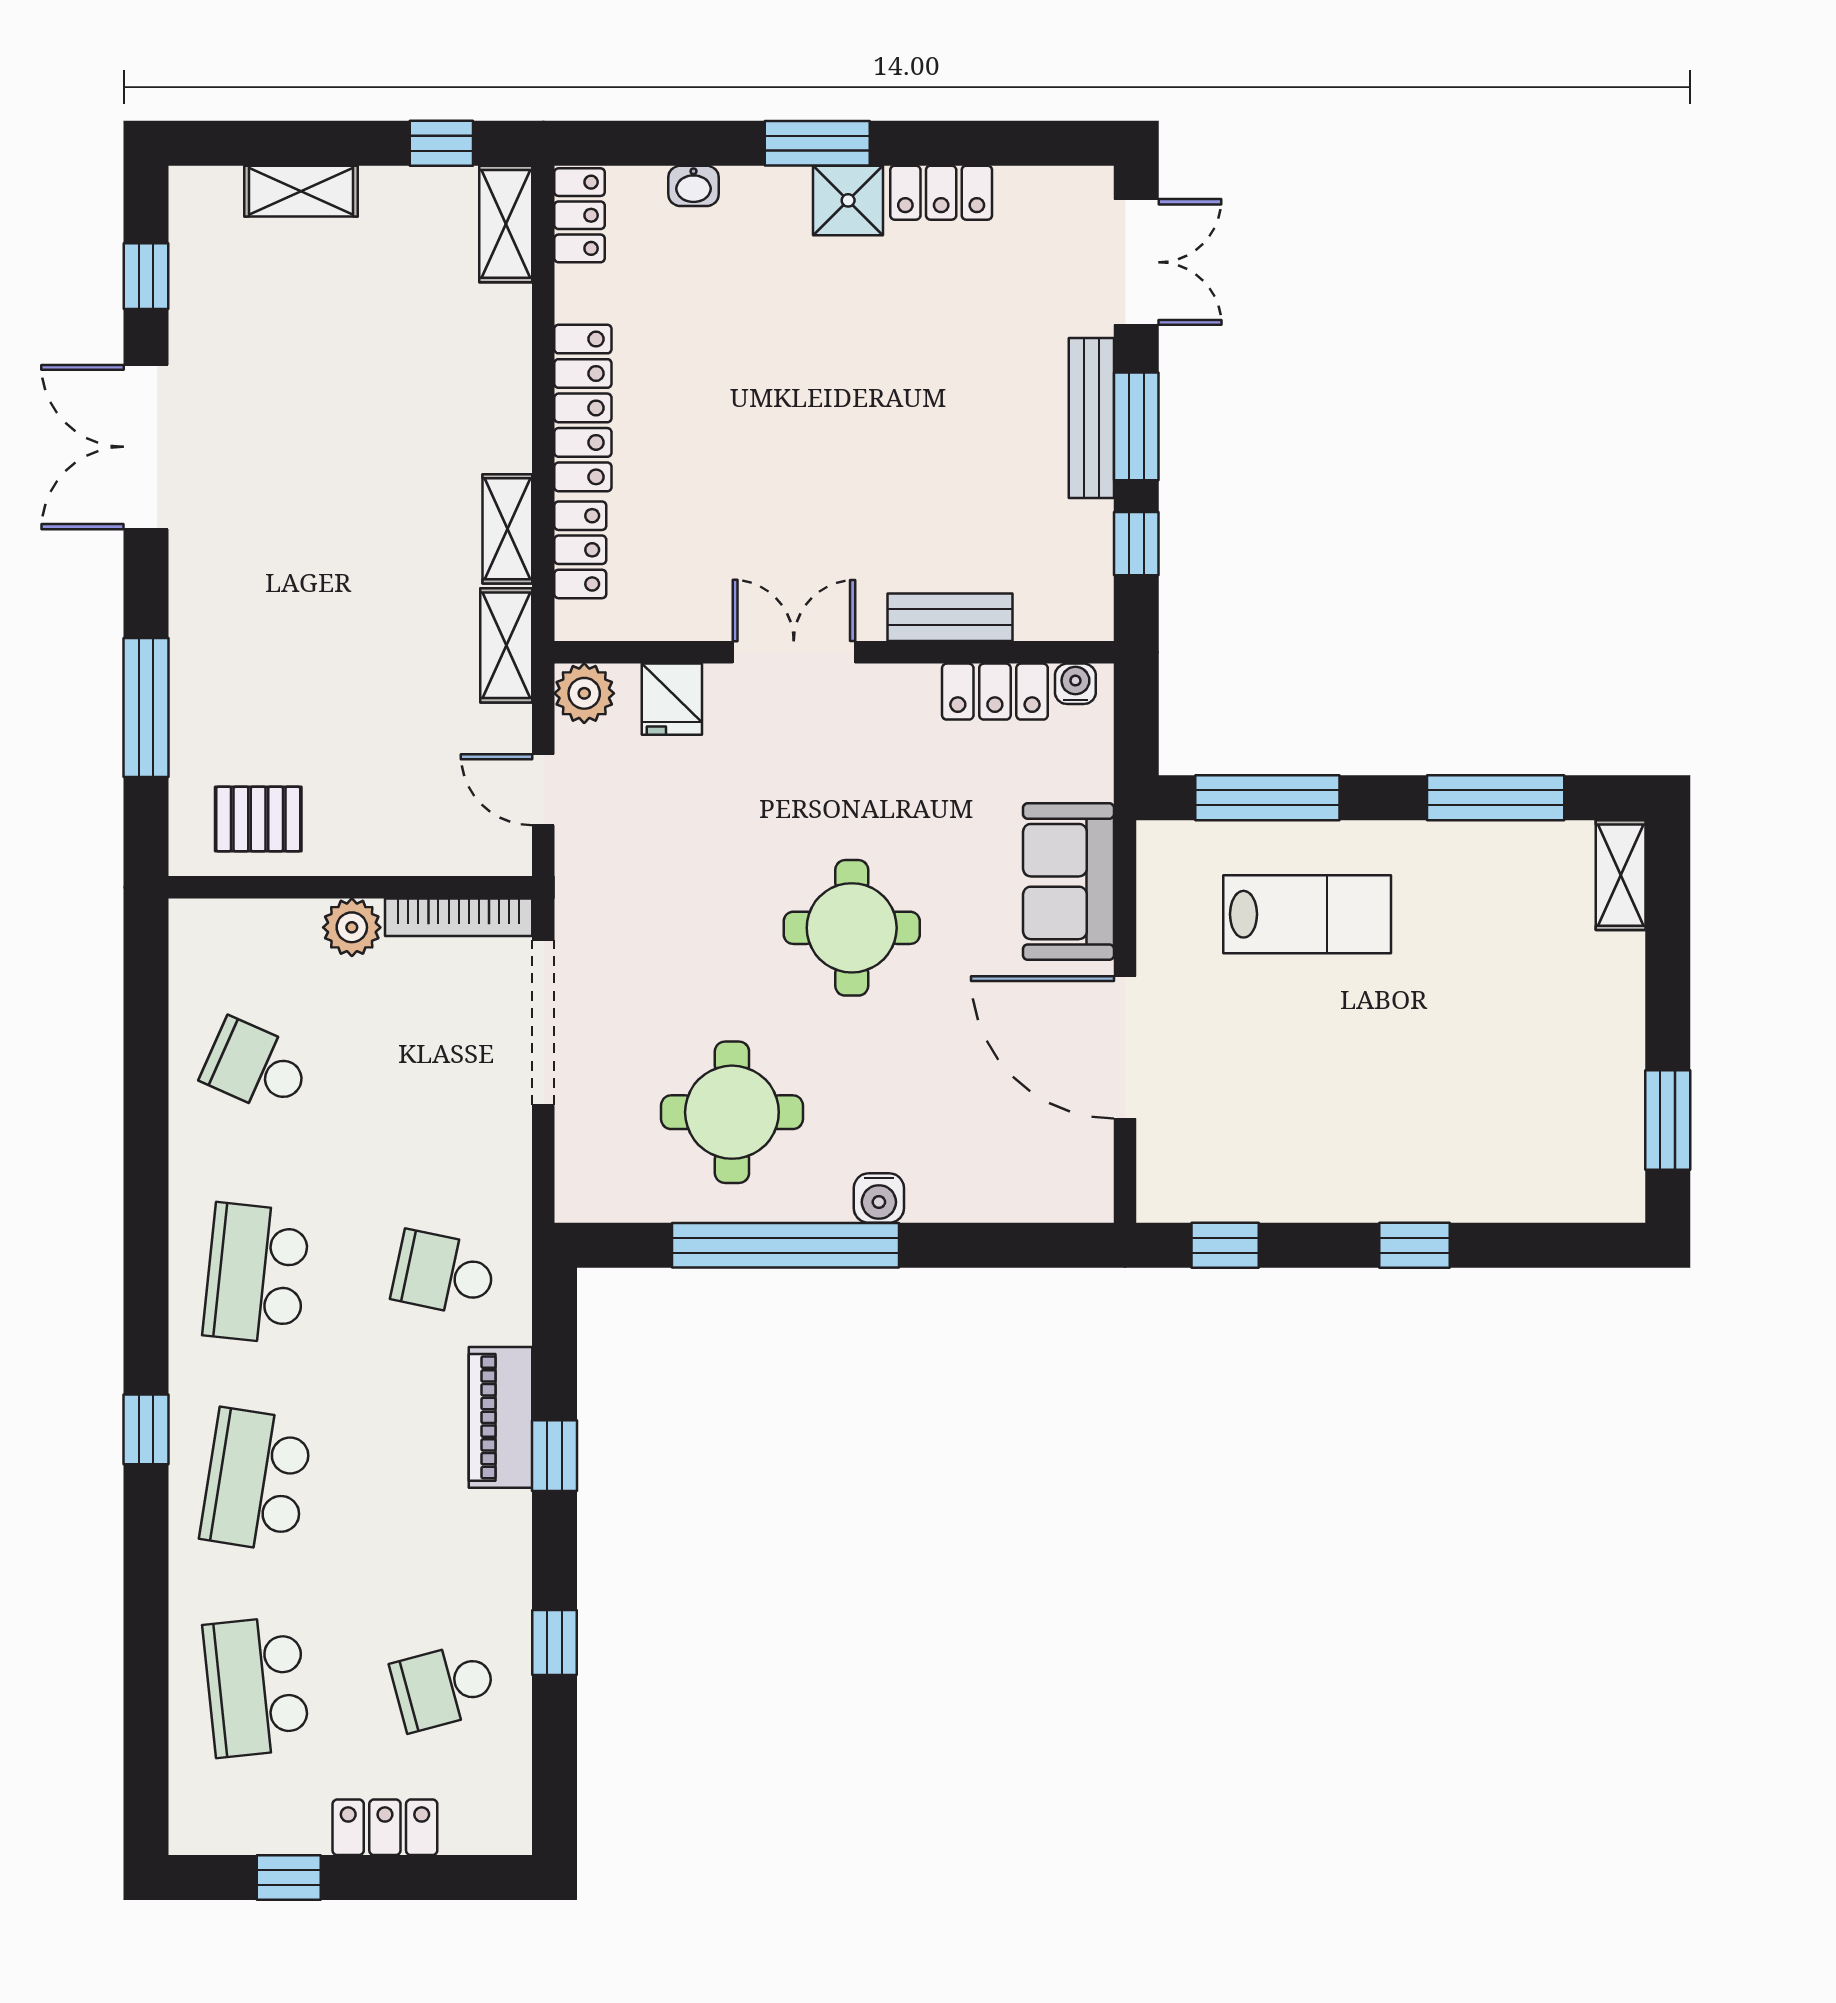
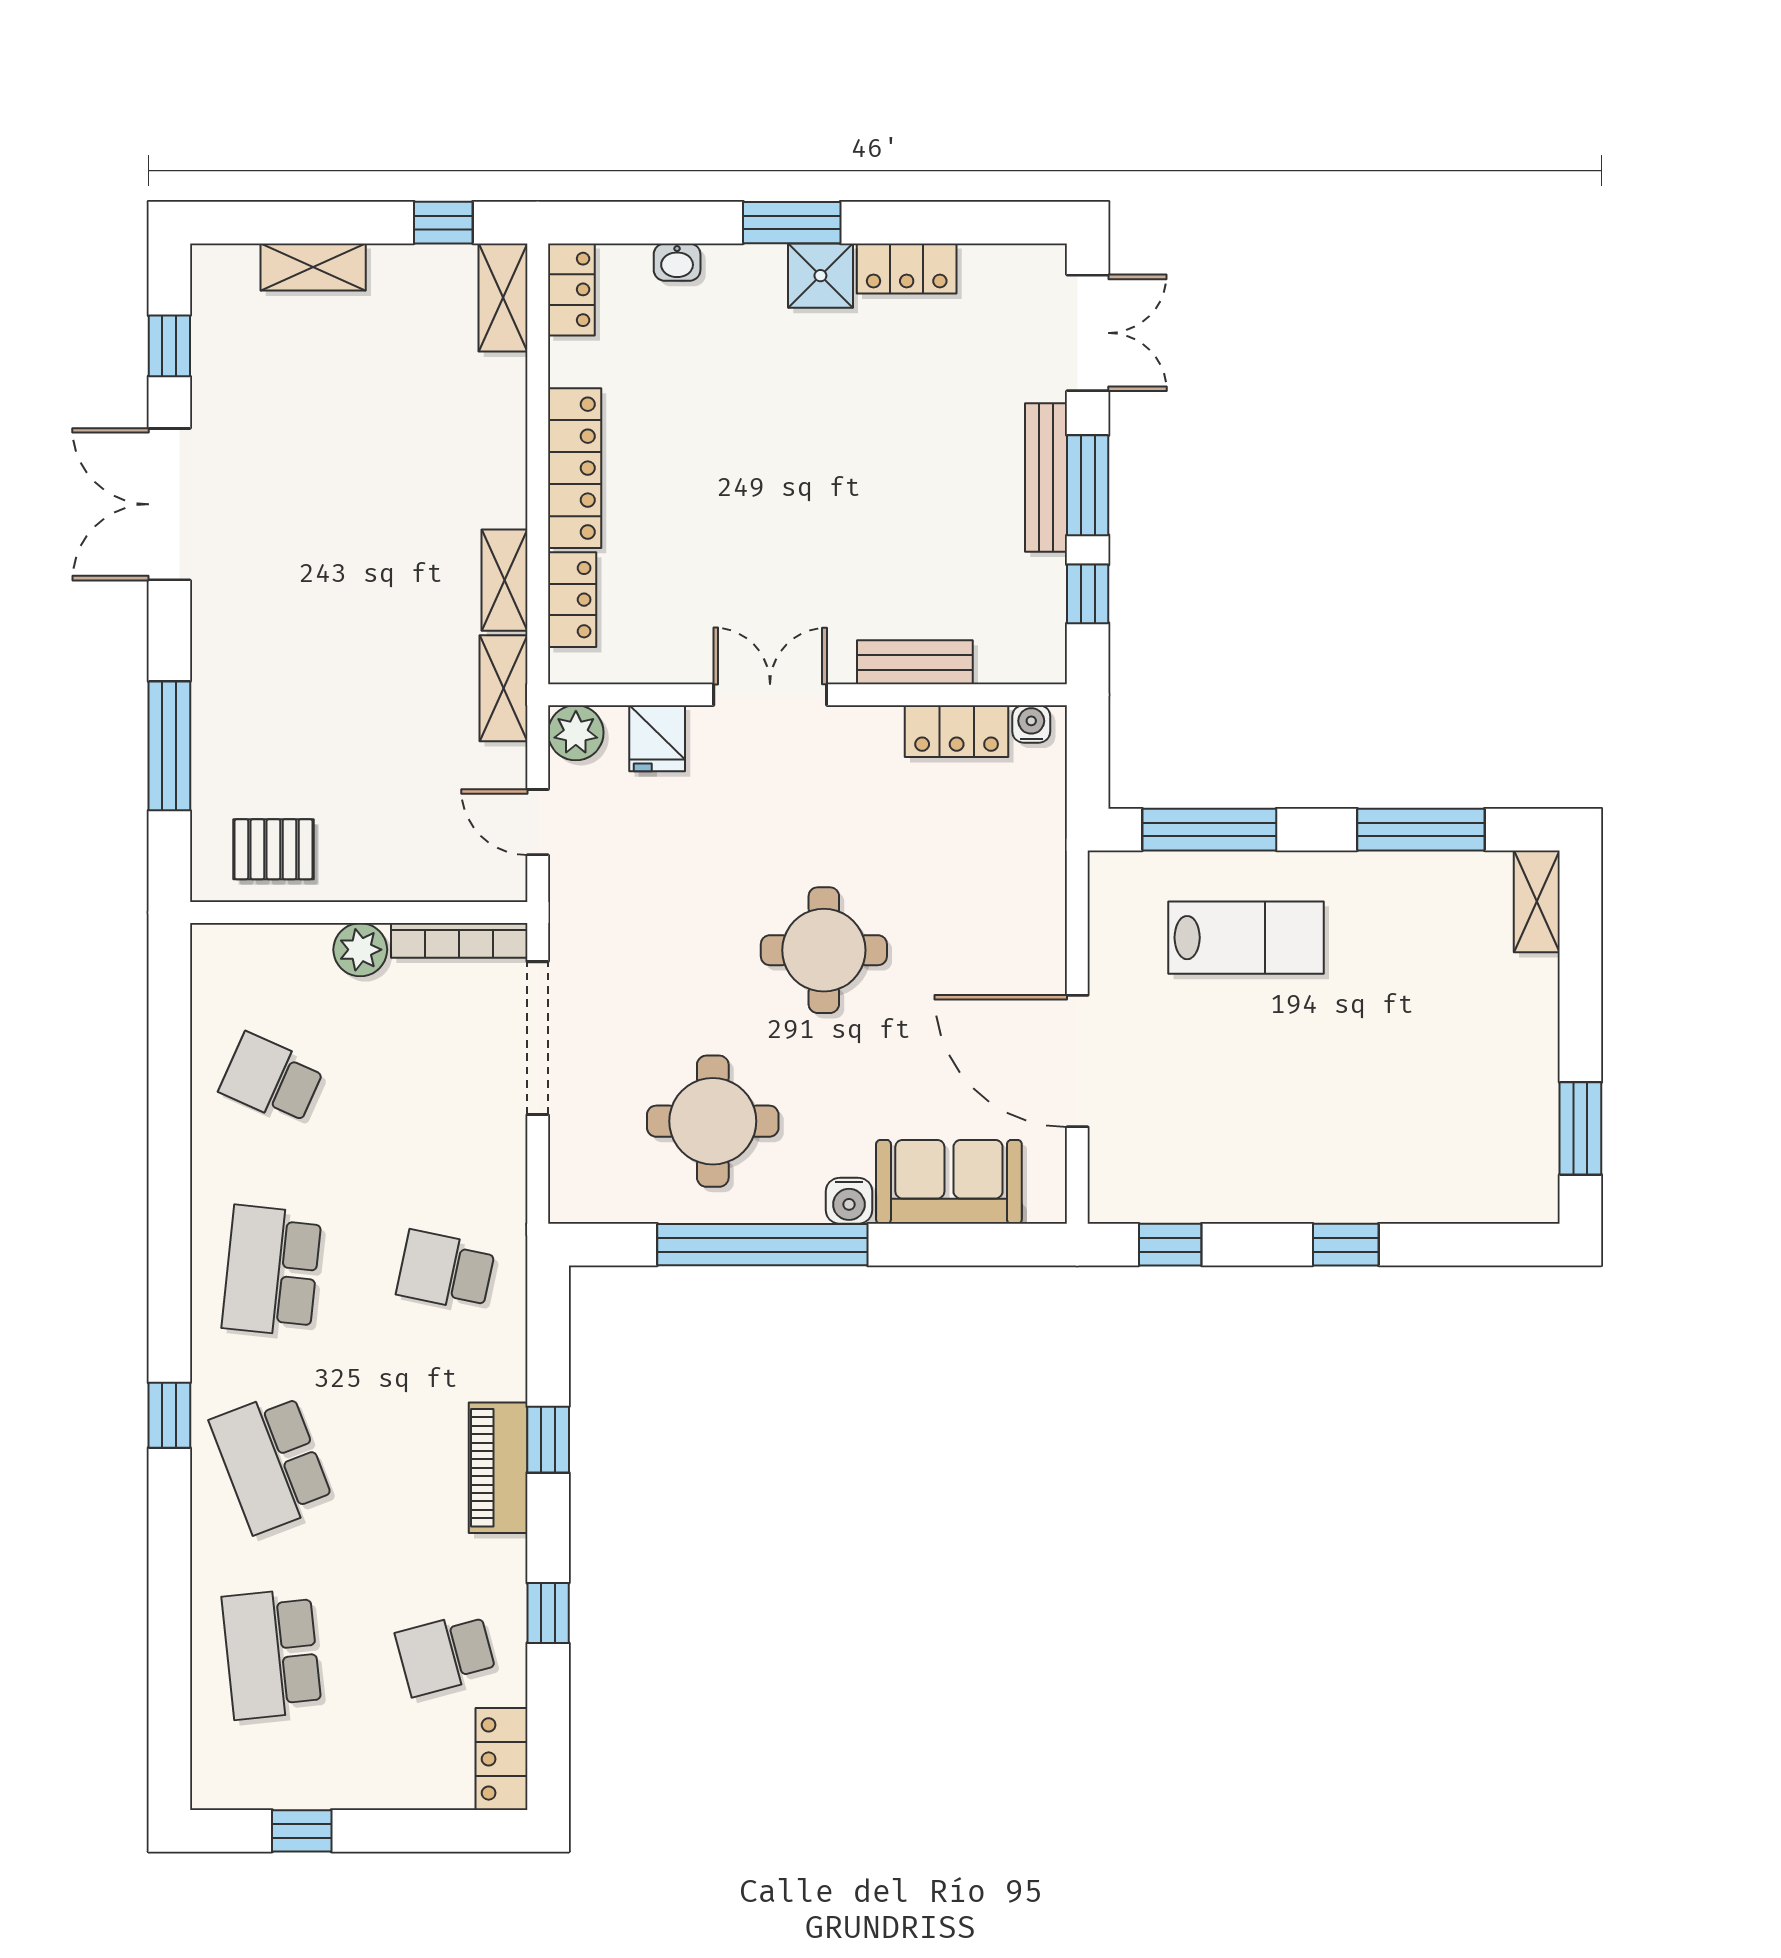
sofa: (1068, 882) -> (949, 1182), moved, turned 90
piano: (500, 1417) -> (498, 1468), moved
school desk: (256, 1480) -> (272, 1462), turned -30
locker: (385, 1827) -> (502, 1759), moved, turned -90

